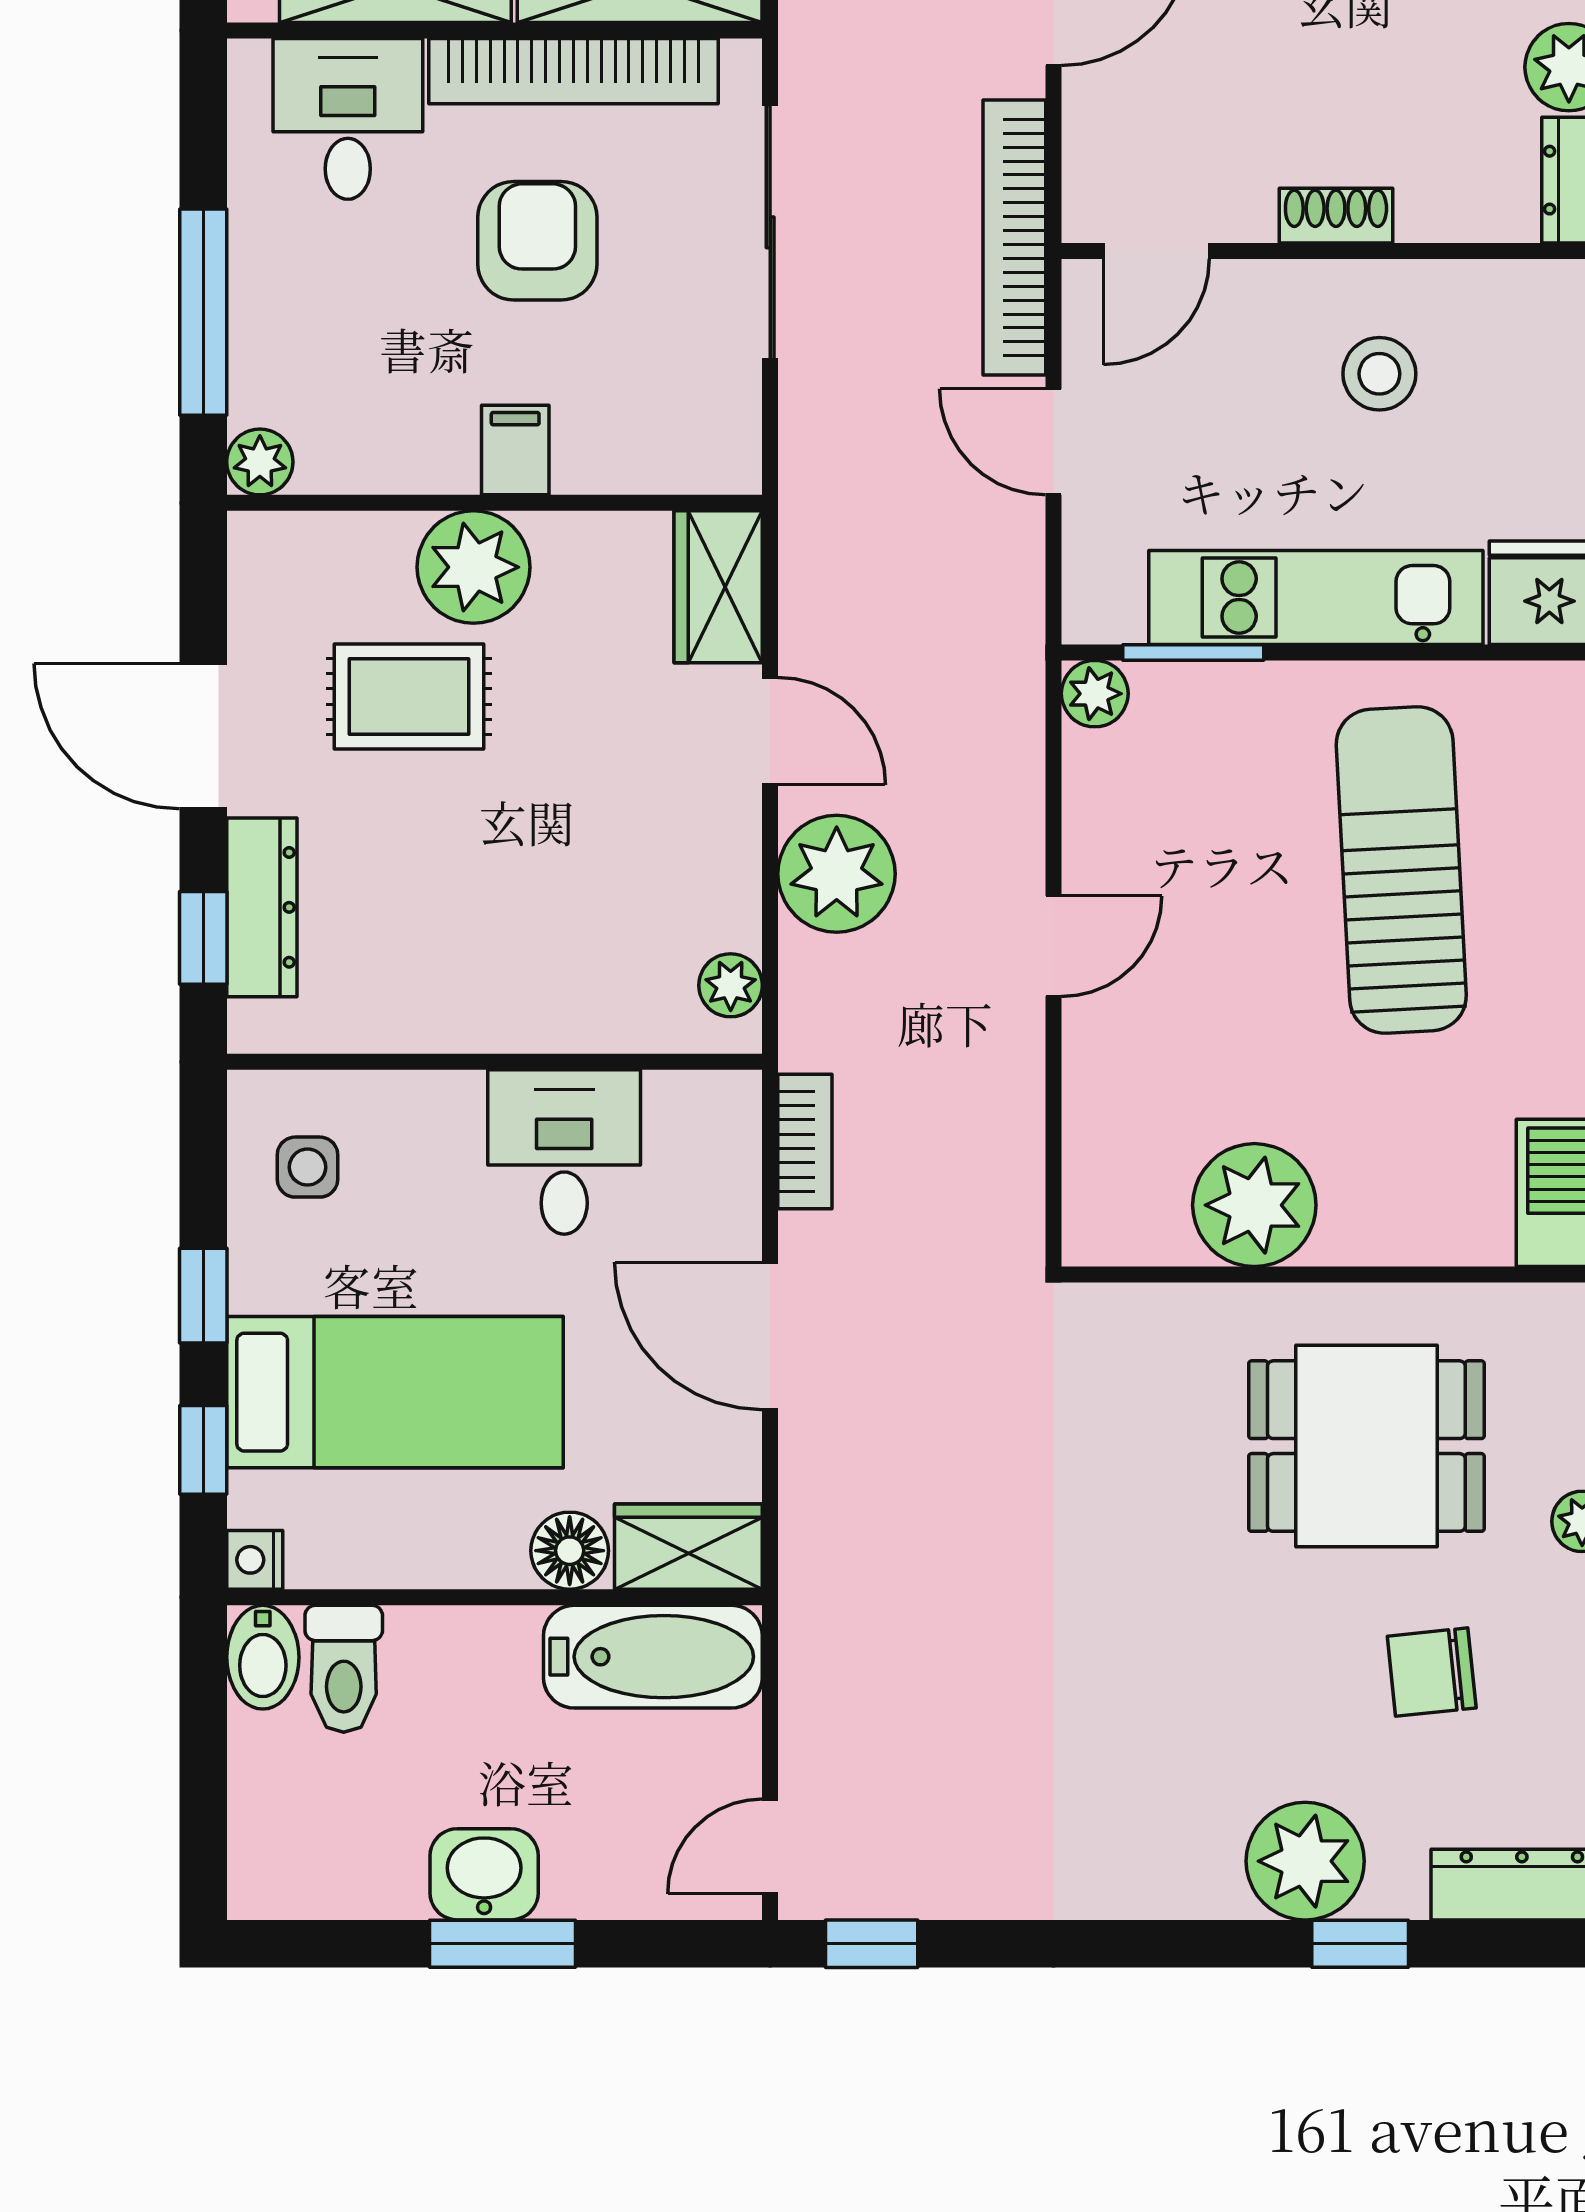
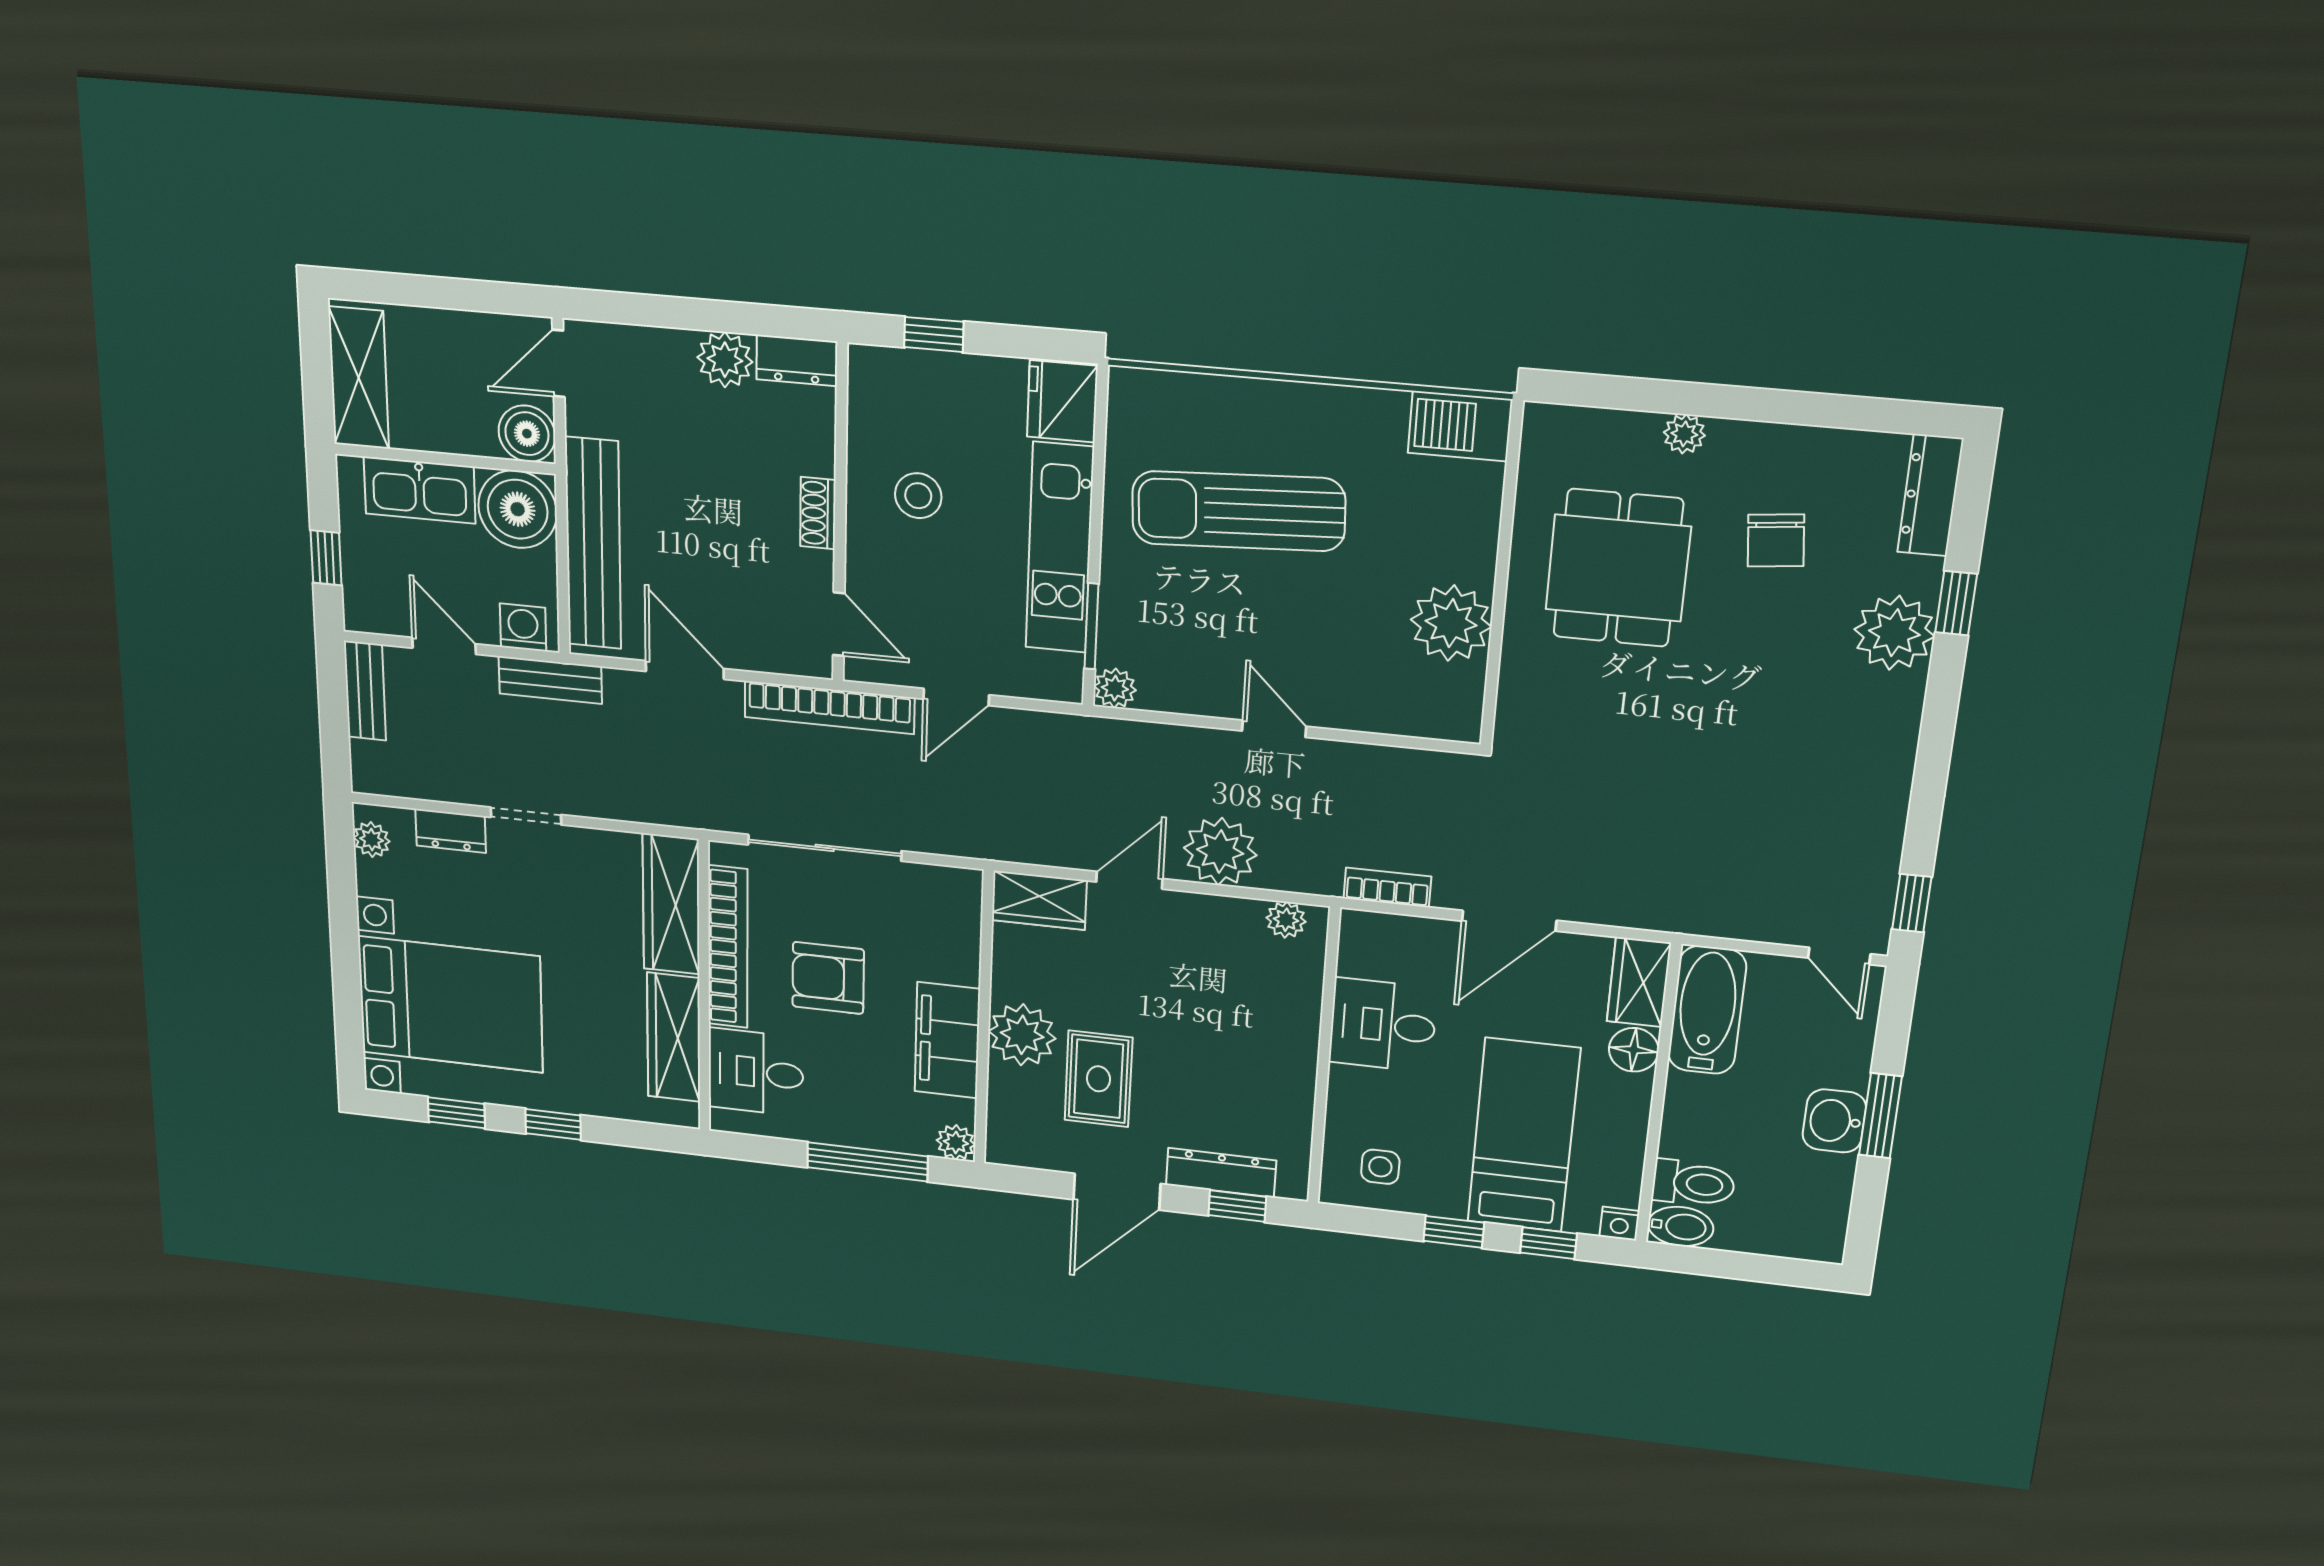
filing cabinet: (515, 450) -> (947, 1040), width x3.00, depth x1.17

